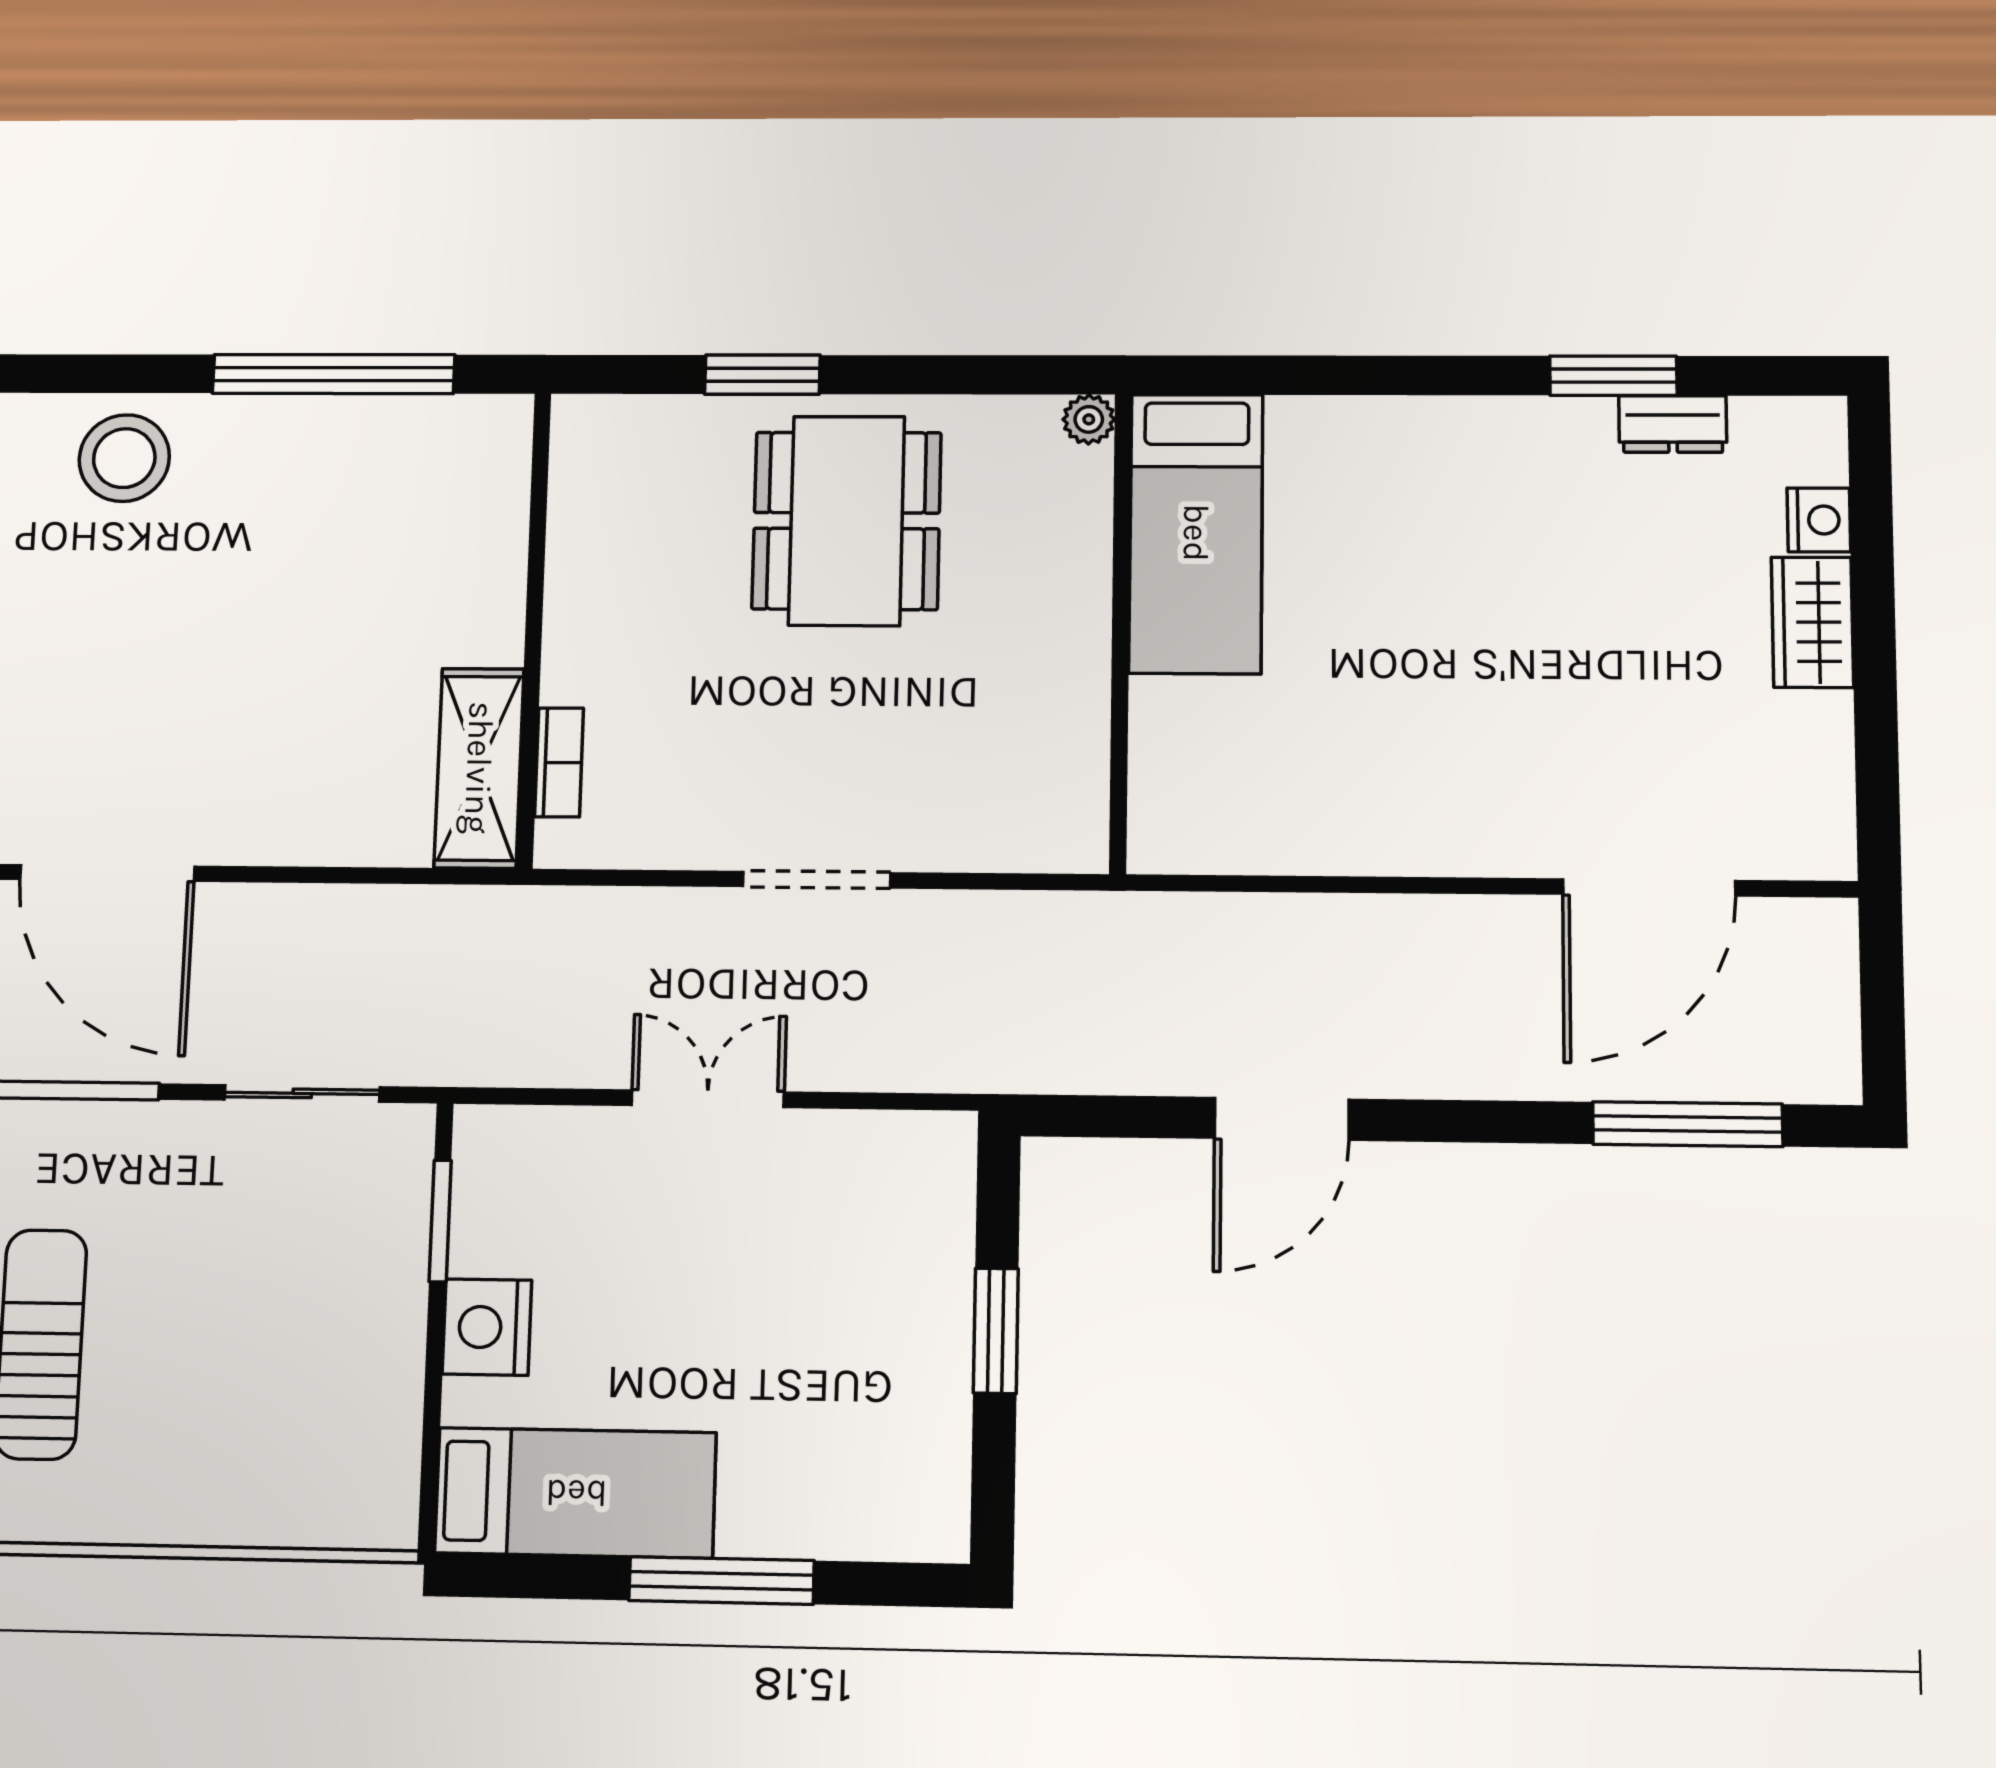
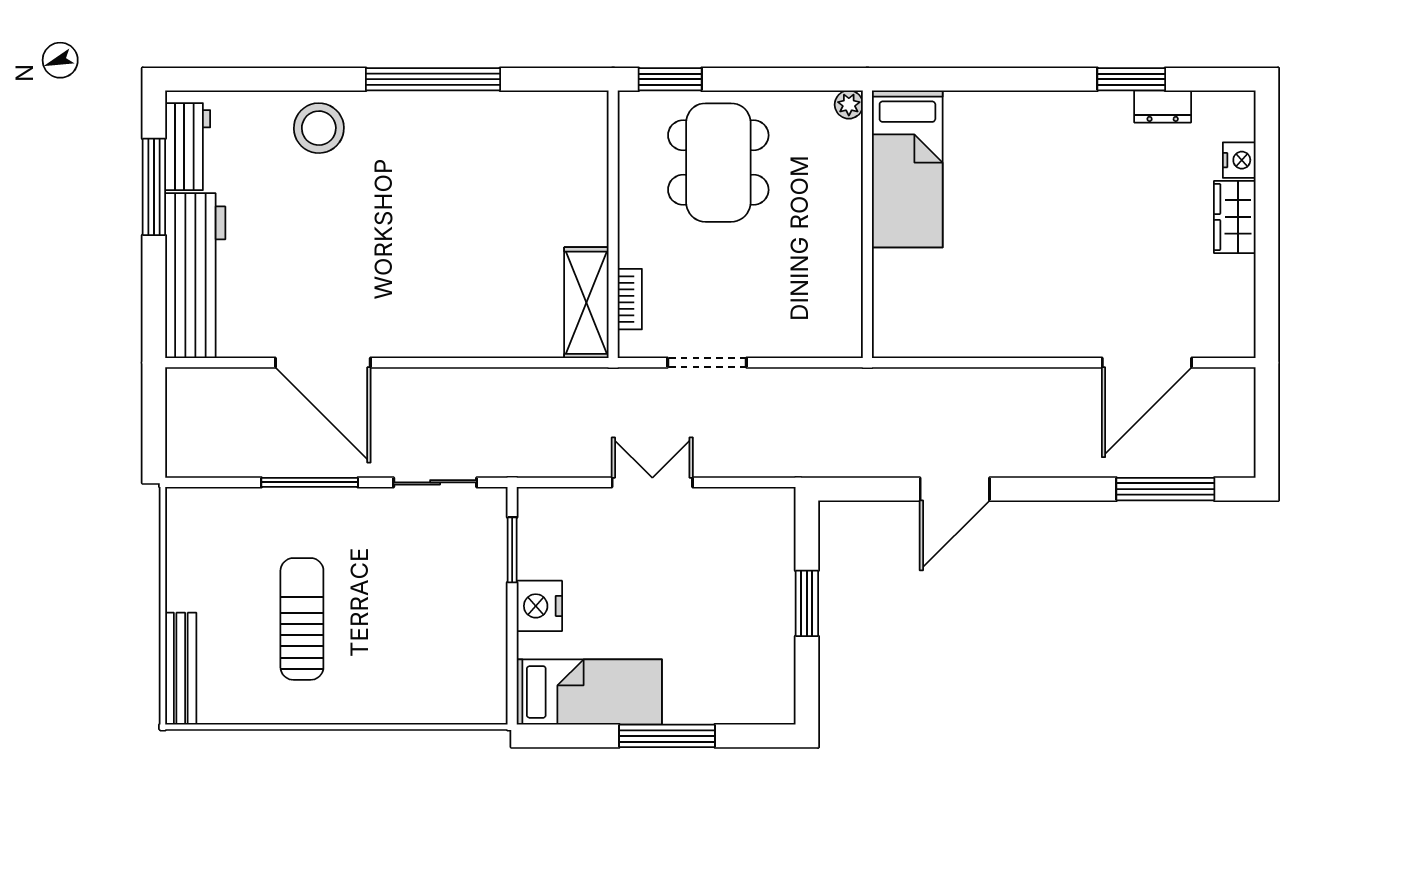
wall: (534, 629) -> (613, 224), moved
bookcase: (559, 762) -> (630, 299), moved
shelving: (479, 768) -> (586, 303), moved

